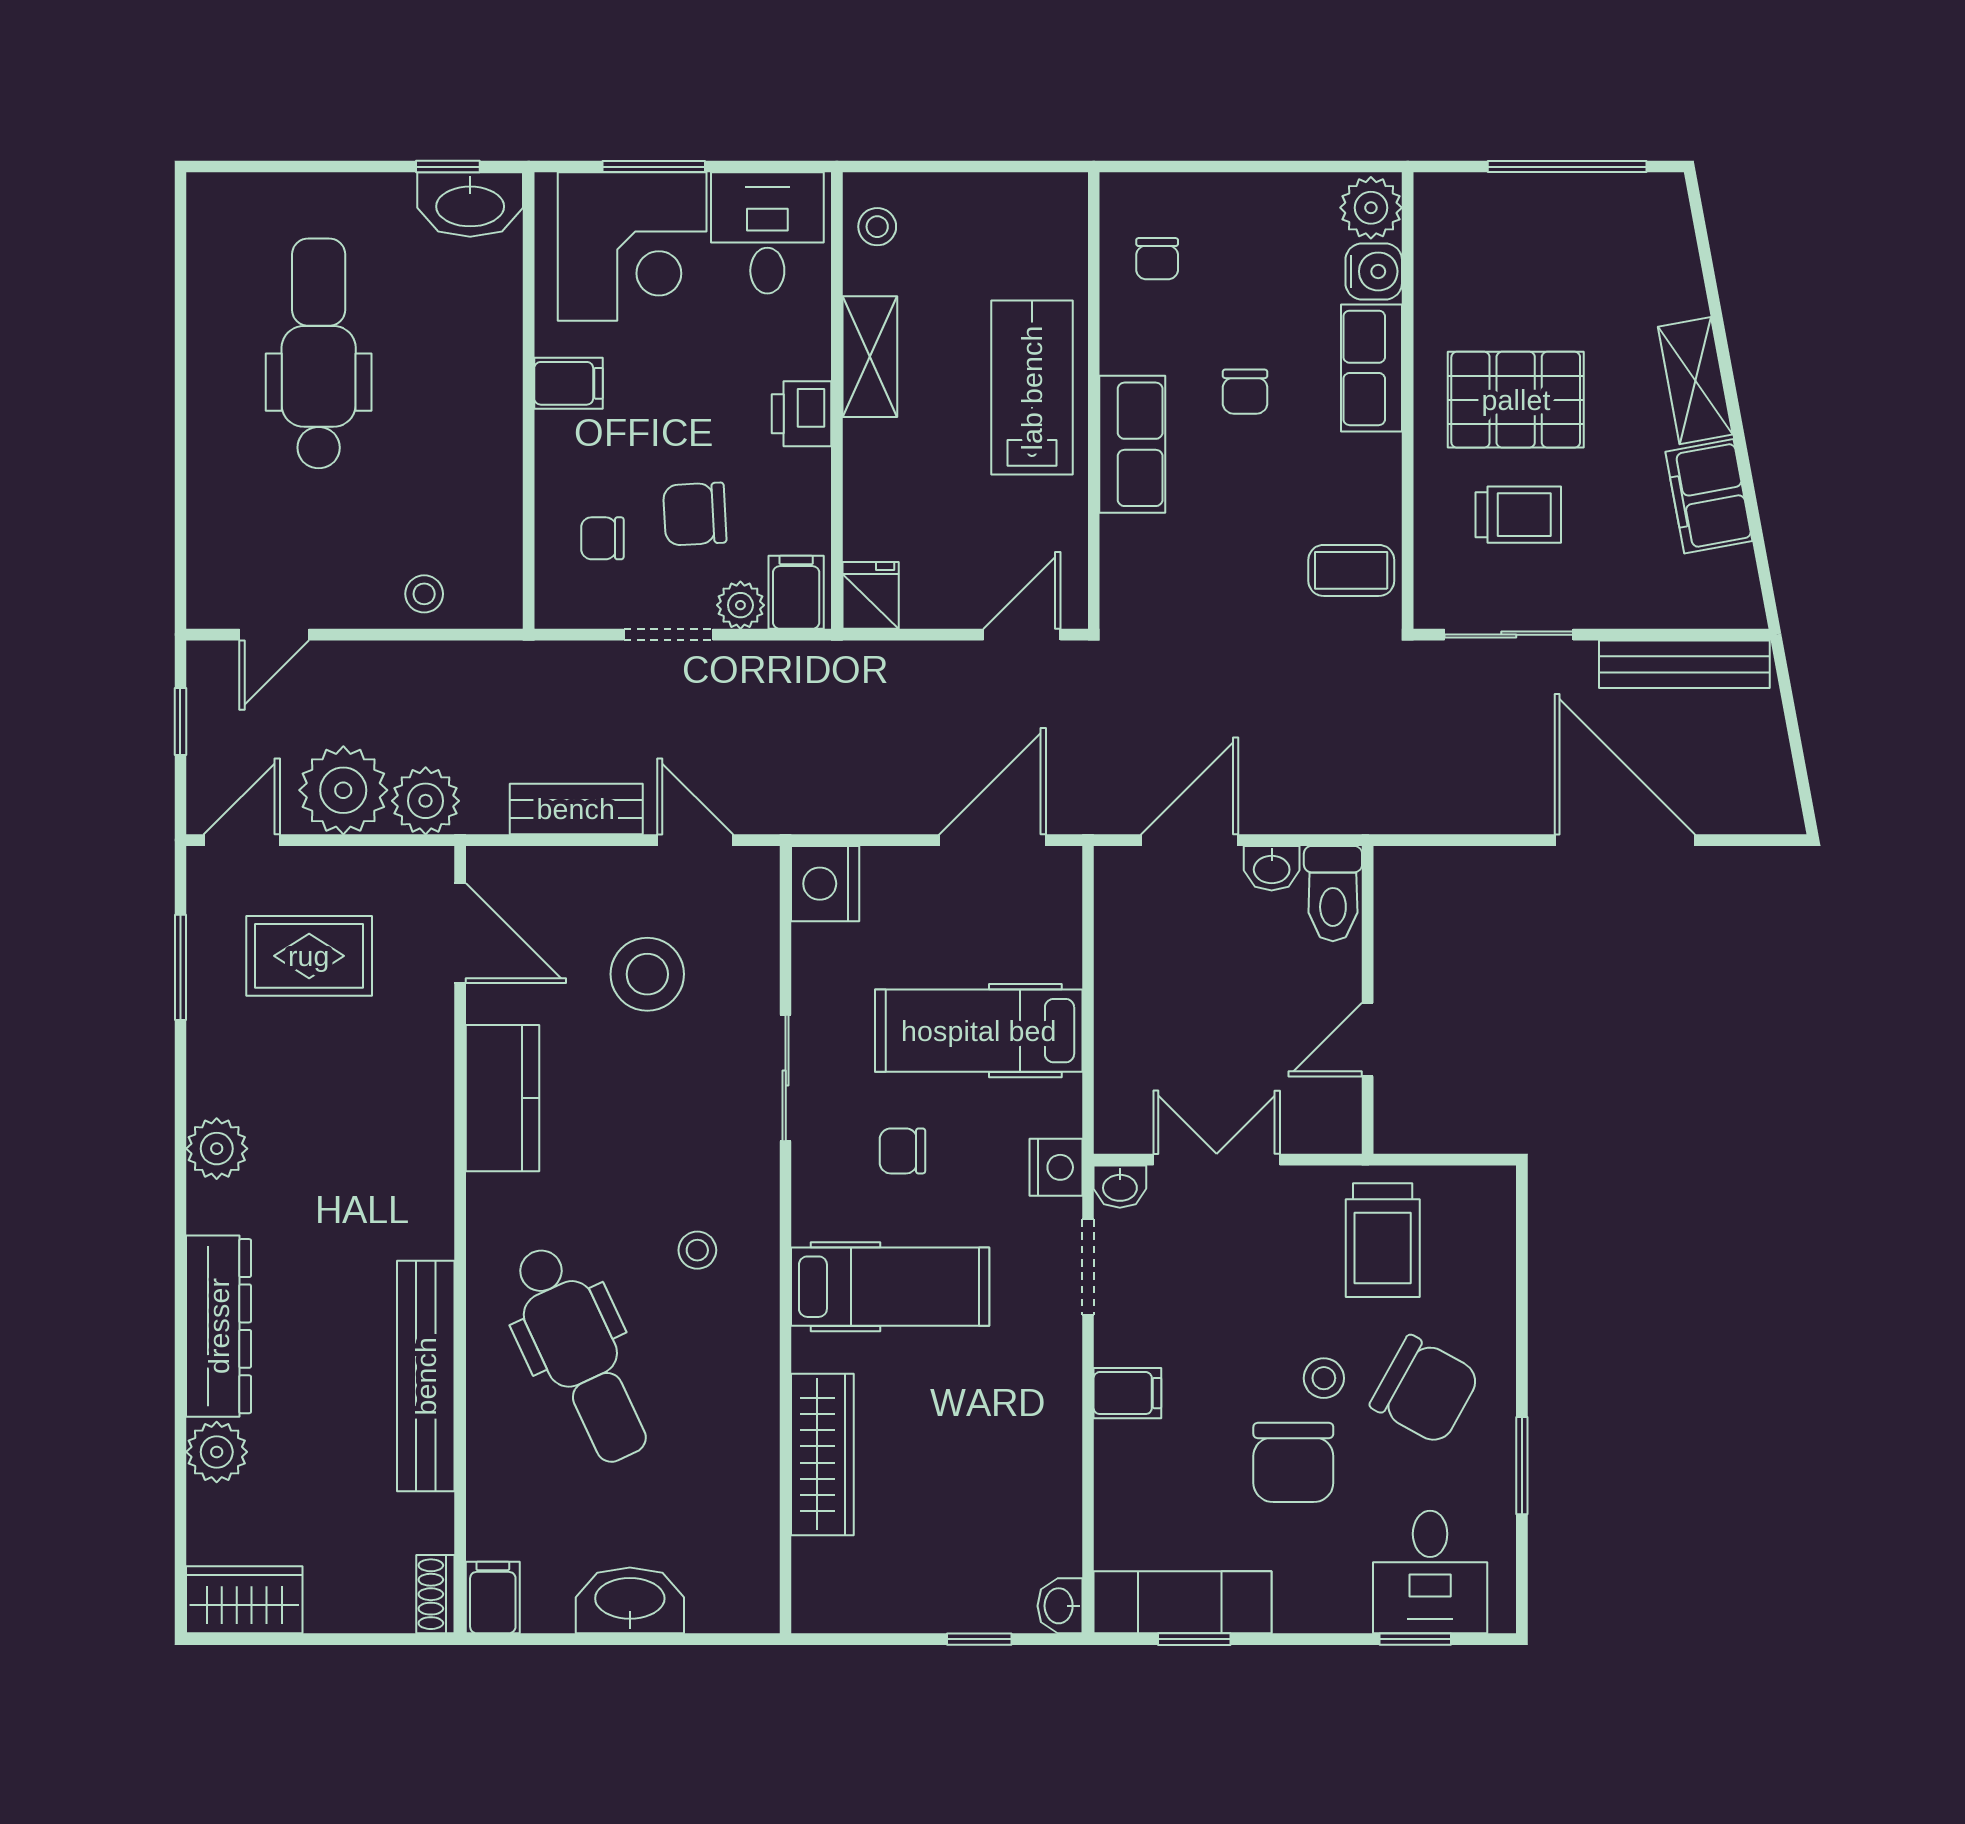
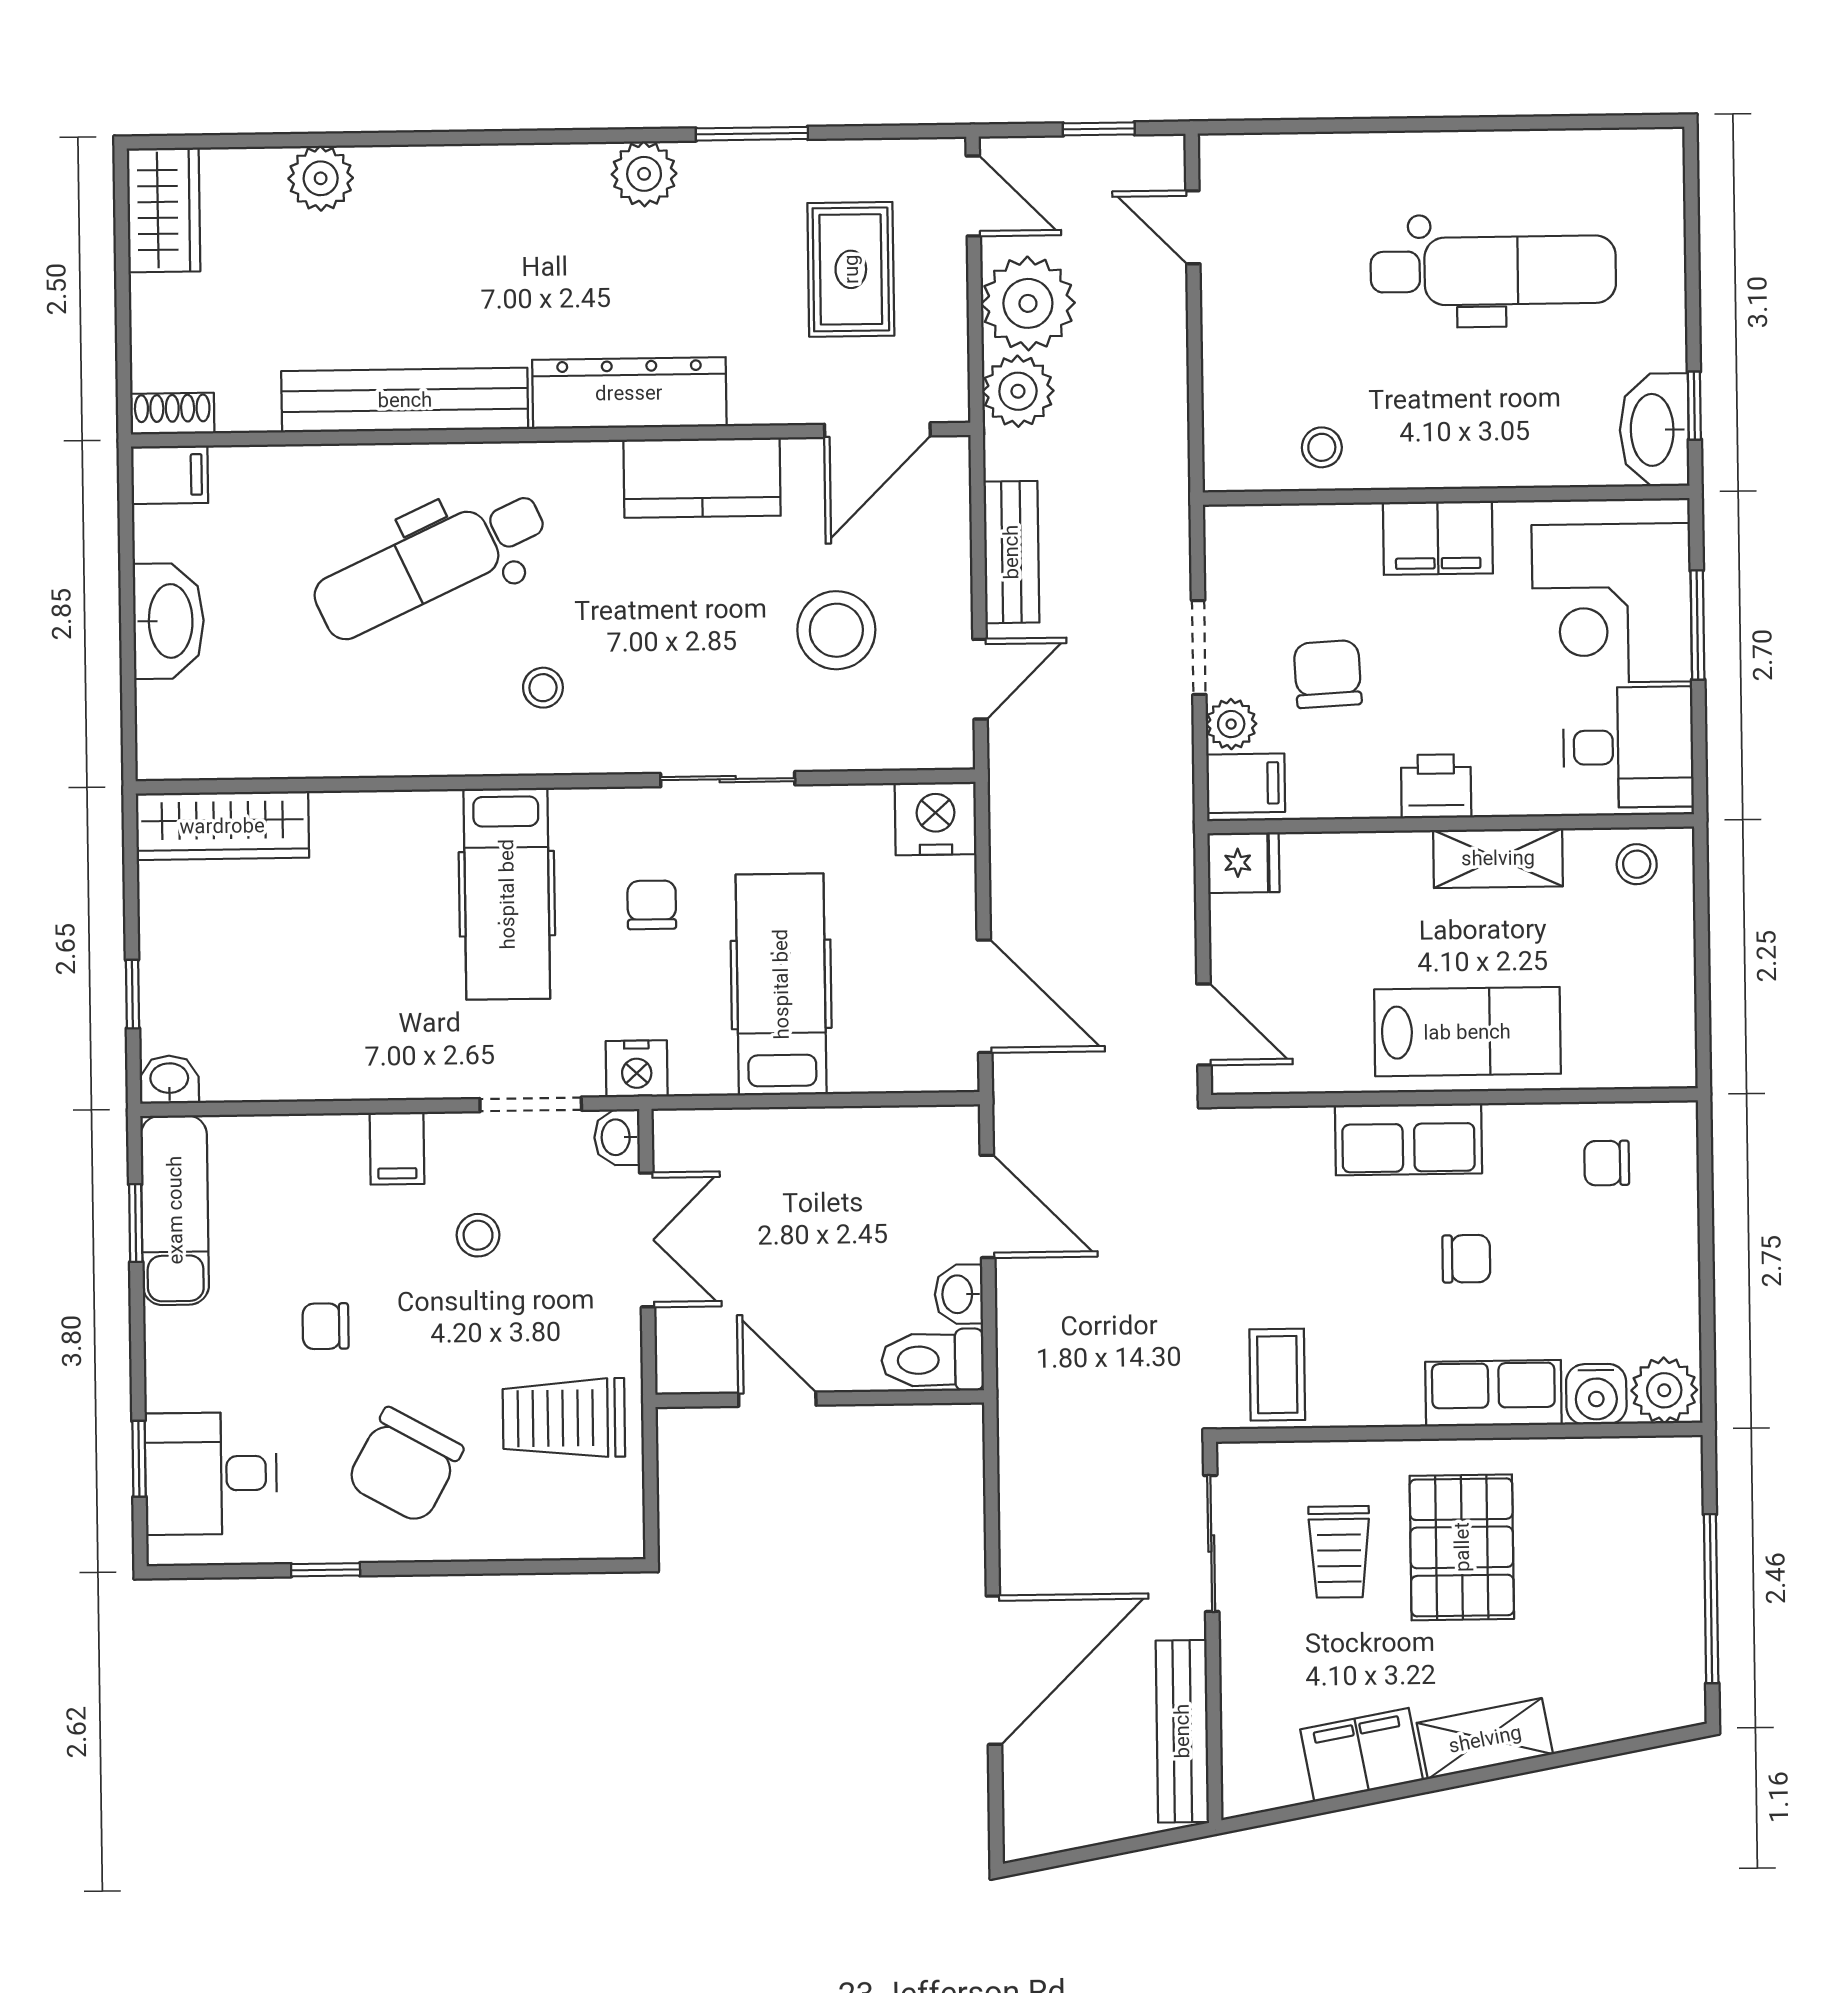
filing cabinet: (568, 383) -> (1438, 538), width x2.00
chair: (1245, 392) -> (1466, 1259), turned 180
chair: (602, 538) -> (1300, 576), removed
stool: (424, 594) -> (1322, 447), moved
window: (180, 967) -> (752, 134), moved
dresser: (219, 1326) -> (629, 393), moved, turned 180
stool: (1324, 1378) -> (478, 1235), moved
wardrobe: (822, 1454) -> (222, 826), moved
chair: (1293, 1462) -> (326, 1326), width x0.54, depth x0.54
window: (1522, 1466) -> (326, 1570), width x0.67

